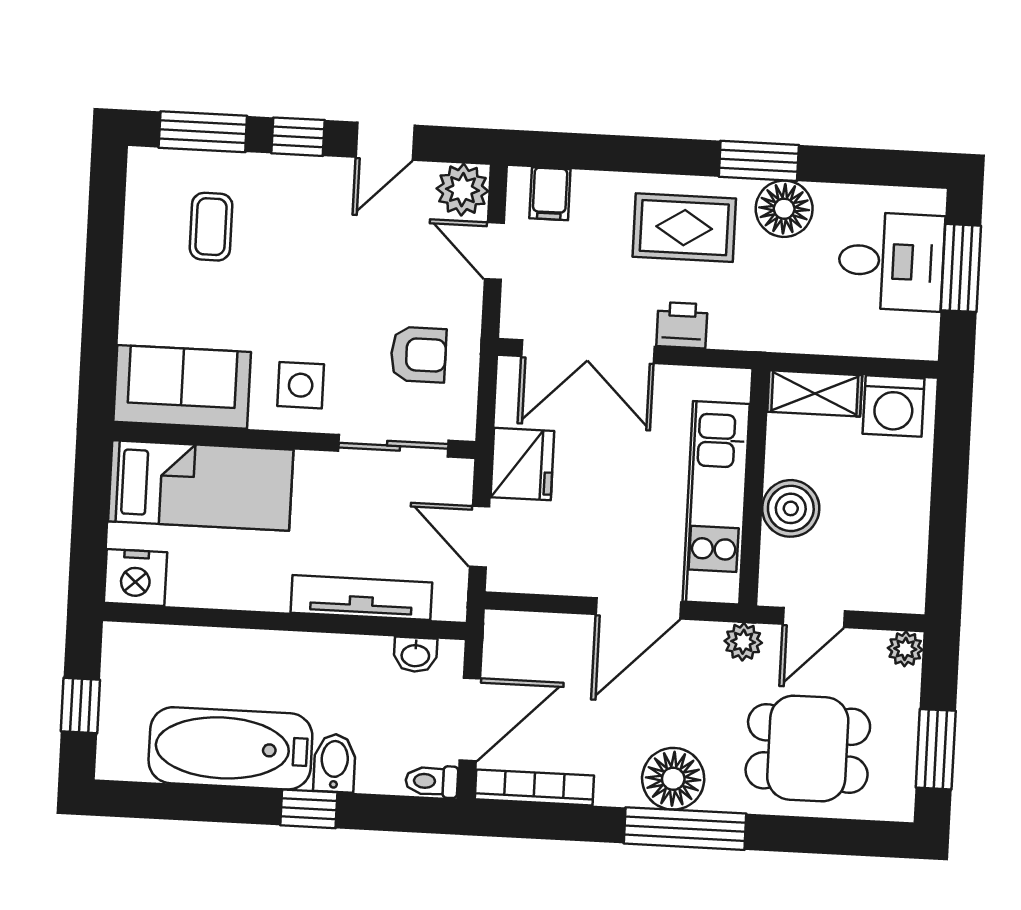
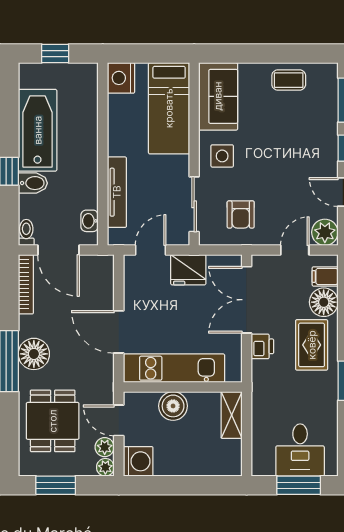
floor lamp: (784, 209) -> (324, 302), moved
coffee table: (211, 227) -> (289, 80), moved
washing machine: (894, 406) -> (138, 461), moved, turned 180
plant: (743, 642) -> (105, 447), moved

